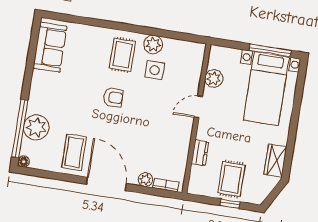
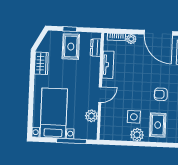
window: (270, 50) -> (72, 141), moved
tv unit: (182, 147) -> (108, 65), added
dresser: (200, 153) -> (96, 48), moved

